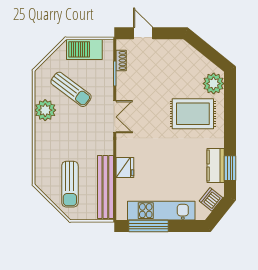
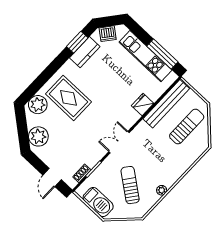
plant: (187, 57) -> (38, 136), added
plant: (45, 110) -> (162, 190), width x0.53, depth x0.53

